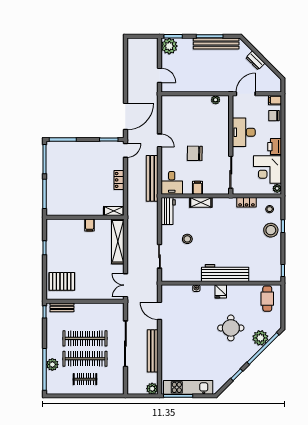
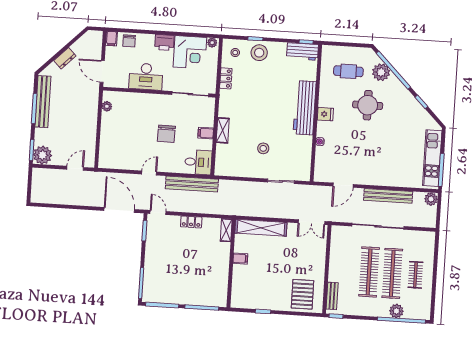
workbench: (168, 211) -> (302, 51), moved, turned 180
cafe table: (267, 299) -> (348, 71), moved

